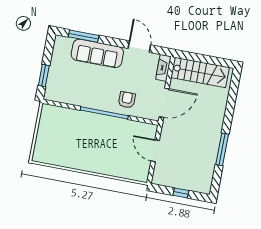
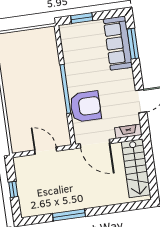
sofa: (97, 53) -> (118, 43), moved
armchair: (127, 100) -> (86, 106), width x1.88, depth x1.88
door: (155, 151) -> (46, 151), hinge flipped

